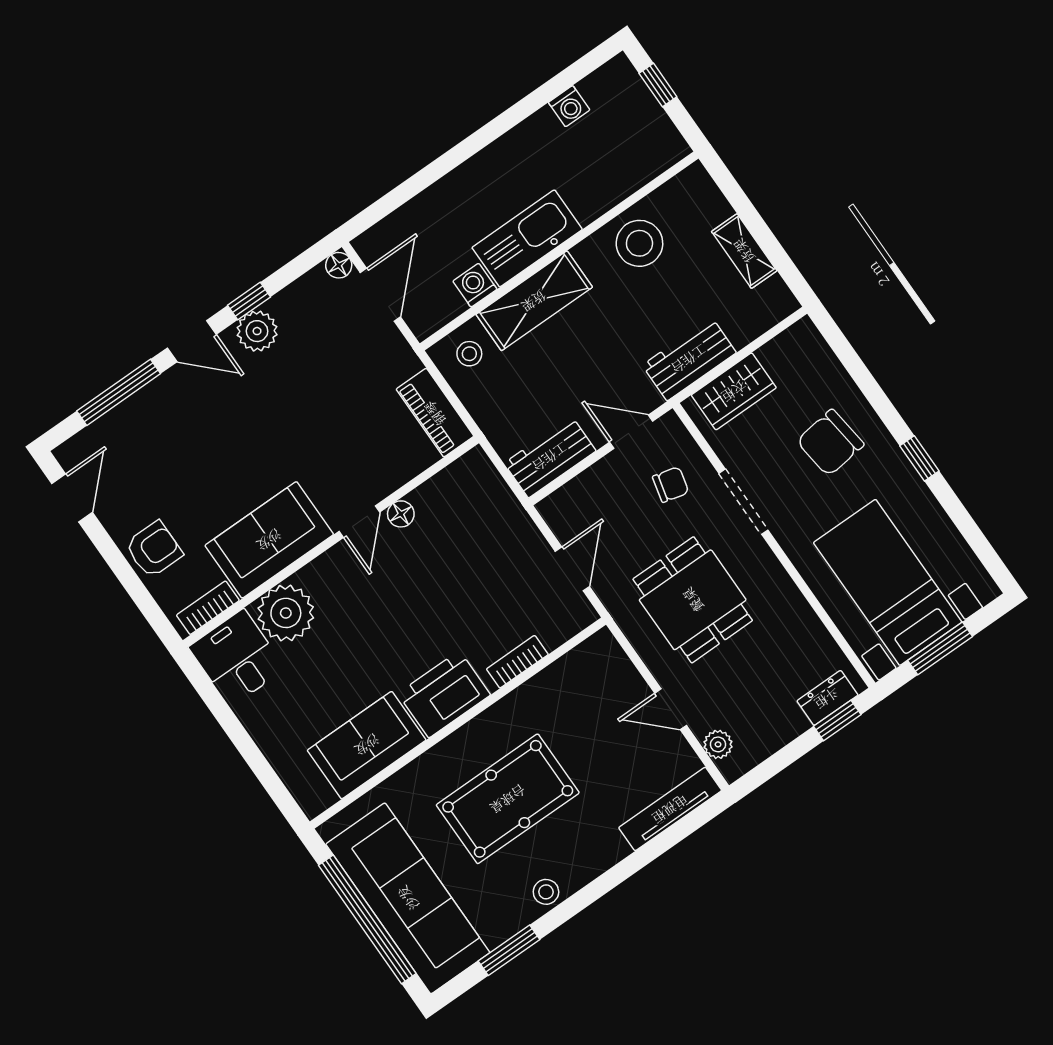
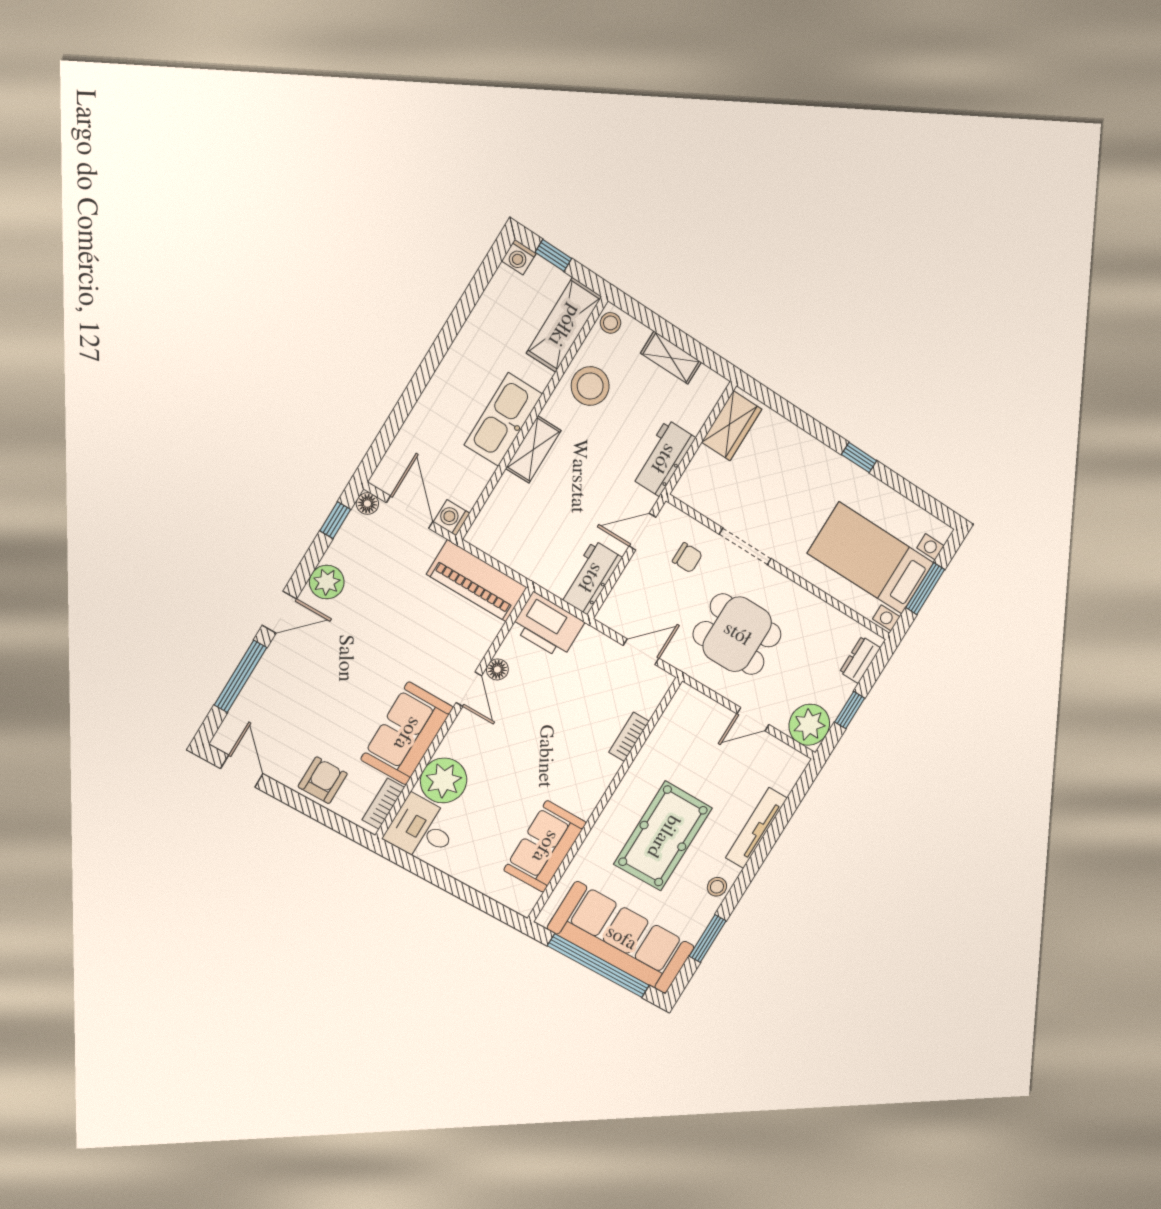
washing machine: (569, 106) -> (519, 257), moved, turned 90
shelving: (638, 164) -> (564, 325), added
washing machine: (475, 285) -> (452, 518), moved
window: (249, 301) -> (335, 520), moved
shelving: (534, 301) -> (533, 449), width x0.67, depth x0.75
stool: (469, 354) -> (611, 323), moved
wardrobe: (734, 391) -> (732, 426), moved
piano: (435, 413) -> (477, 581), width x1.37, depth x1.33
chair: (830, 443) -> (791, 475), removed
chair: (671, 484) -> (687, 558), turned 76
door: (572, 569) -> (641, 652), hinge flipped
printer: (444, 694) -> (548, 626), moved, turned -90
window: (837, 720) -> (850, 710), moved
plant: (718, 744) -> (809, 725), width x1.88, depth x1.88
tv unit: (670, 809) -> (756, 828), moved

